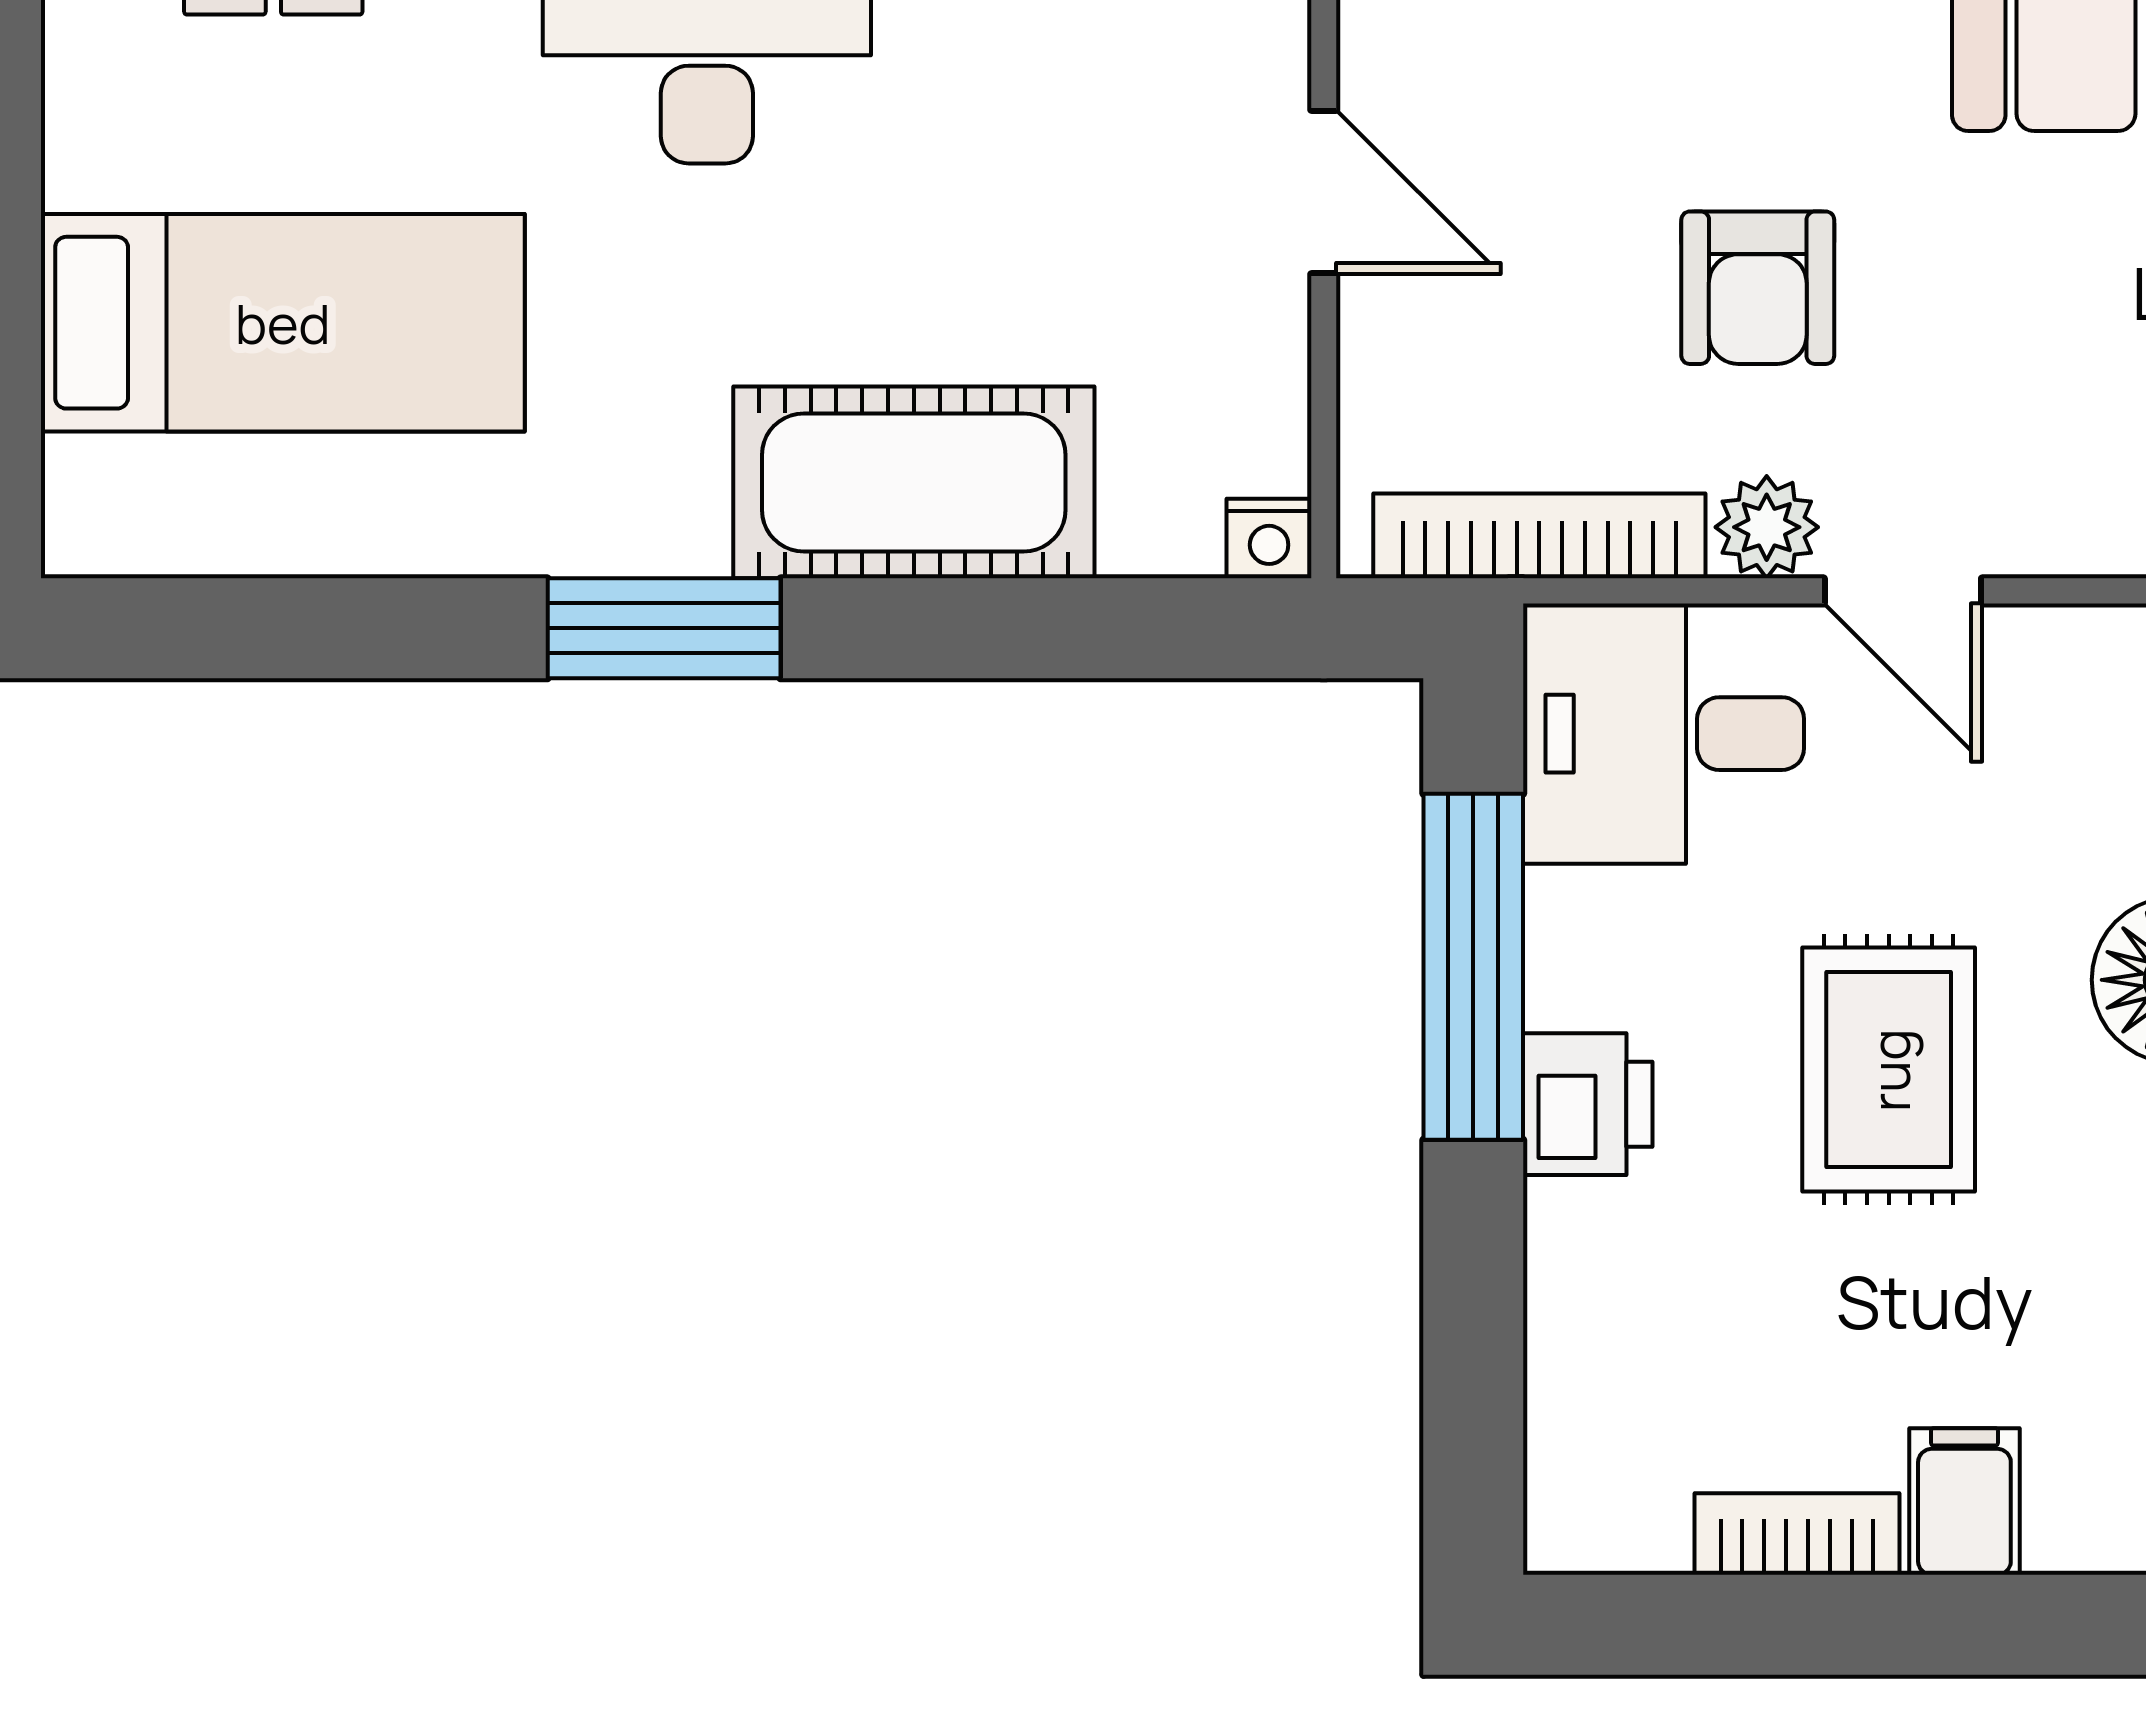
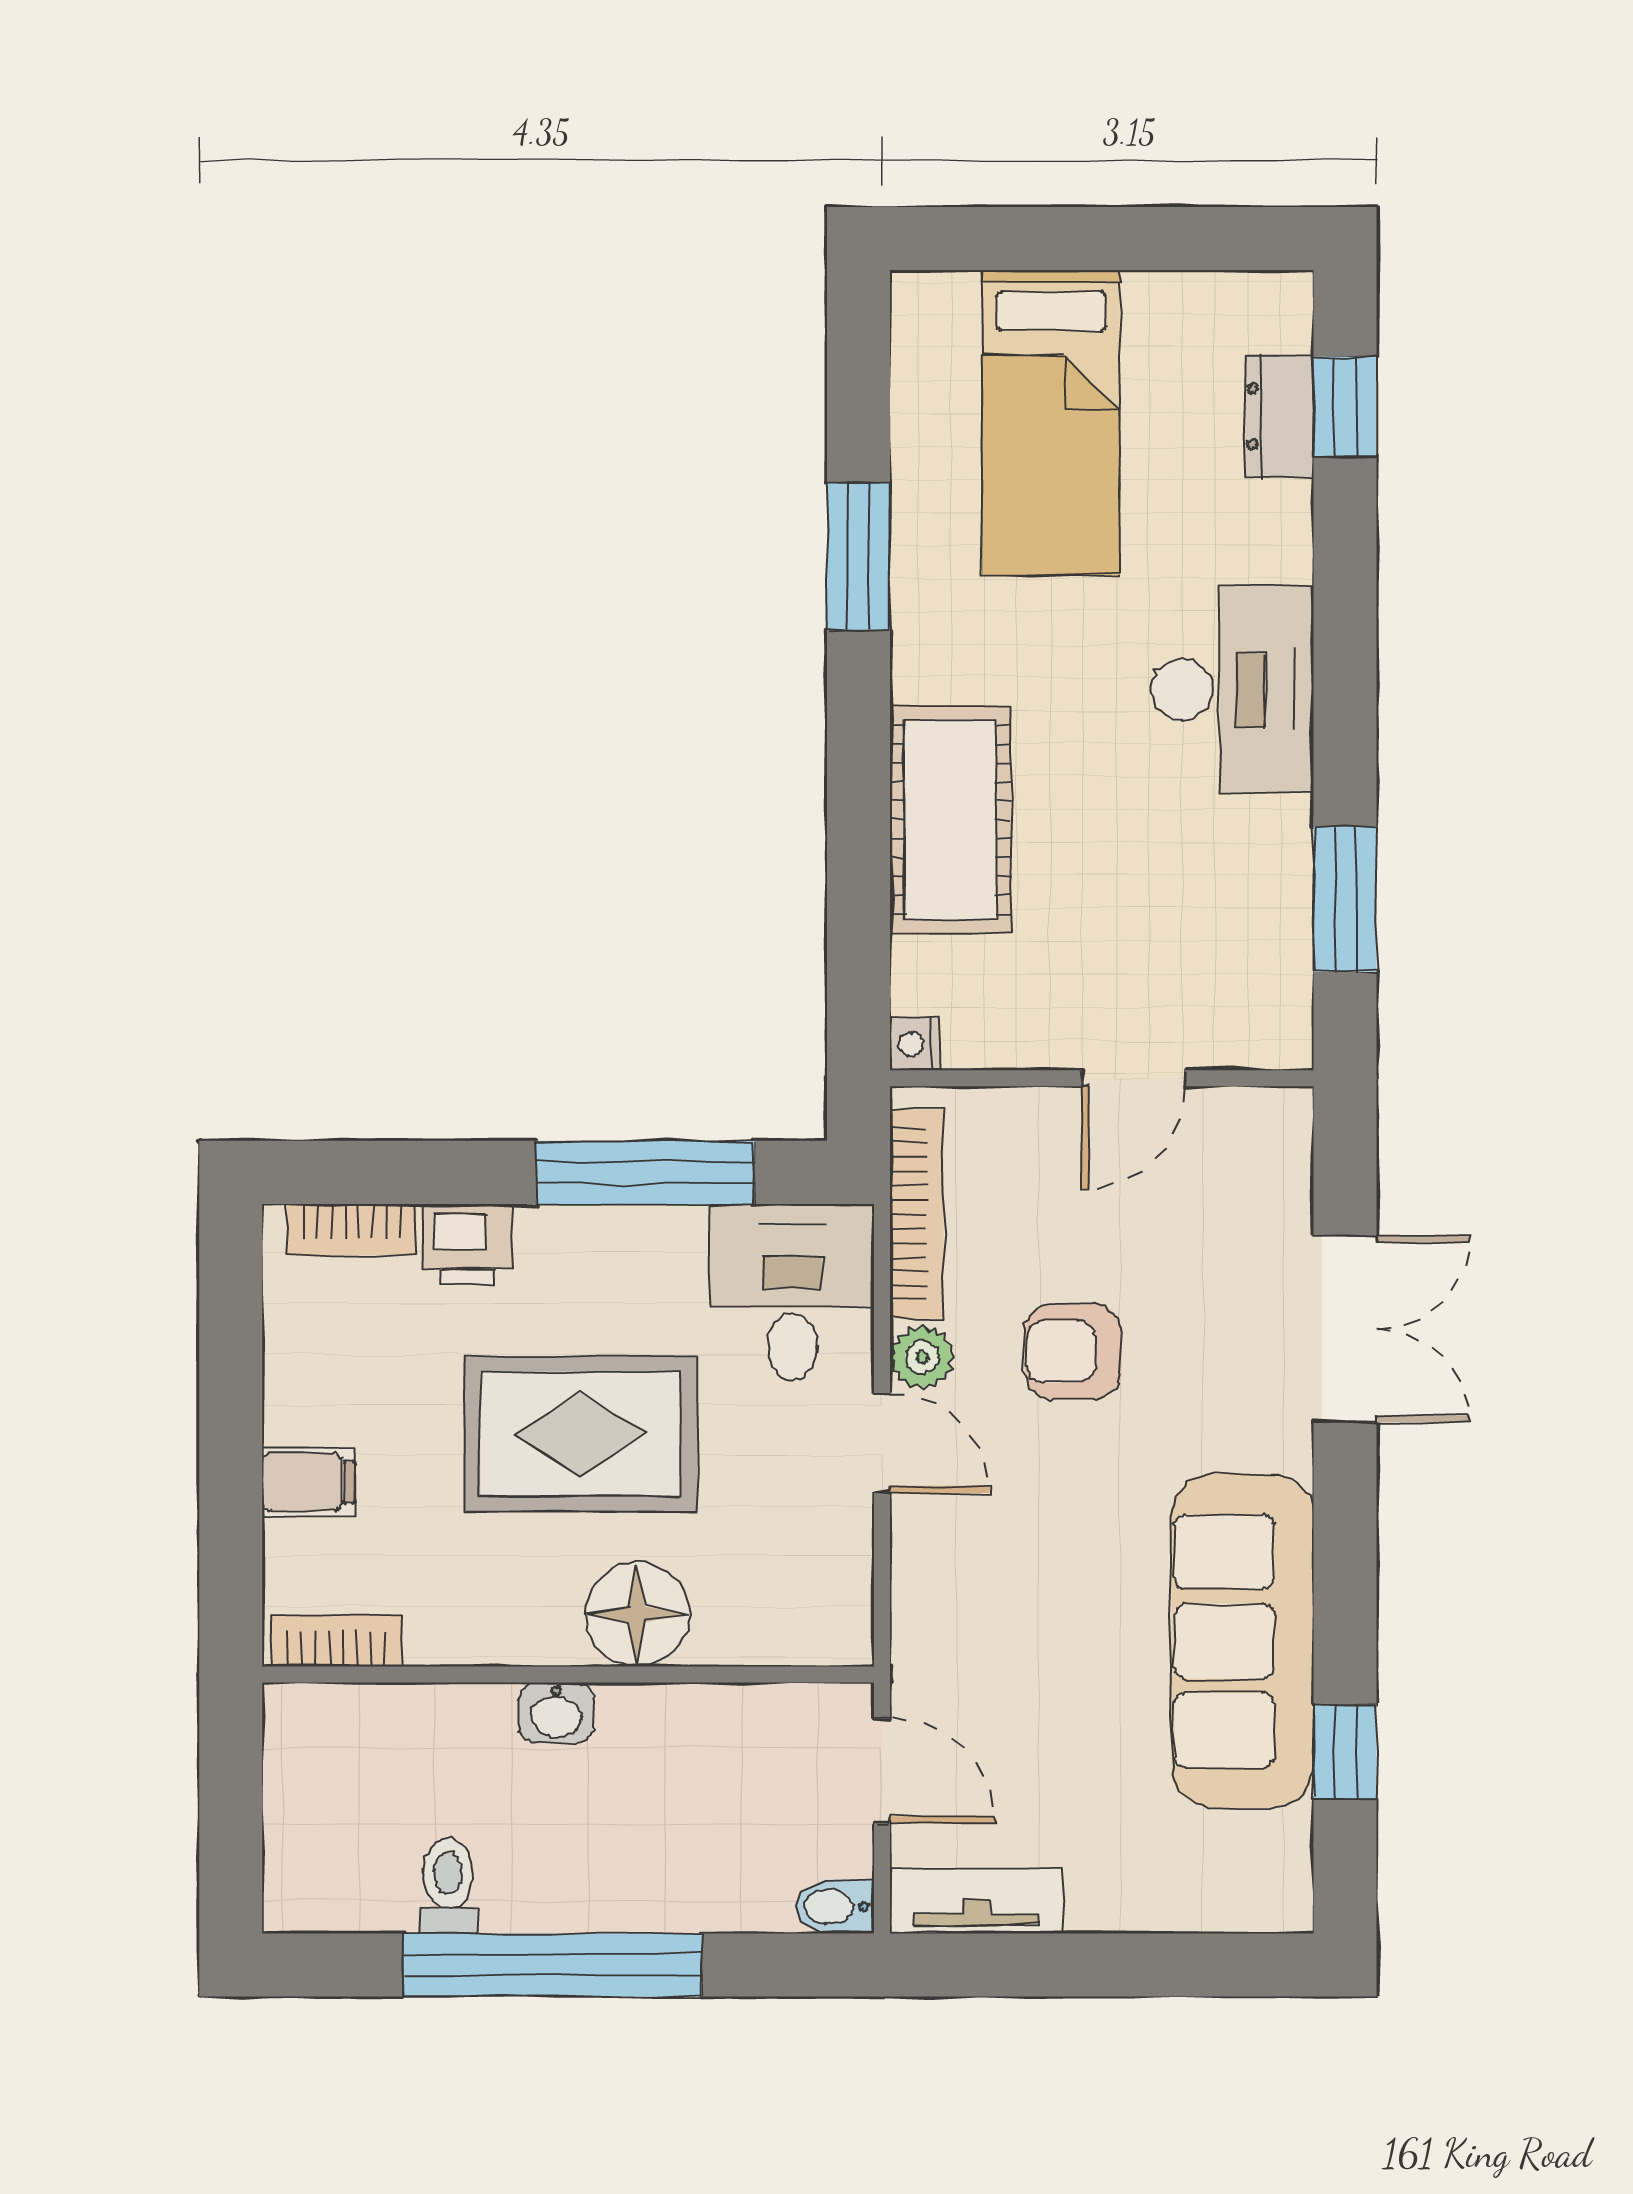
door: (1903, 591) -> (882, 1443), swing flipped
window: (664, 628) -> (858, 556), moved
rug: (1889, 1070) -> (581, 1434), width x1.36, depth x1.43
printer: (1588, 1104) -> (467, 1244), moved
bookcase: (1797, 1534) -> (352, 1230), moved, turned 90

